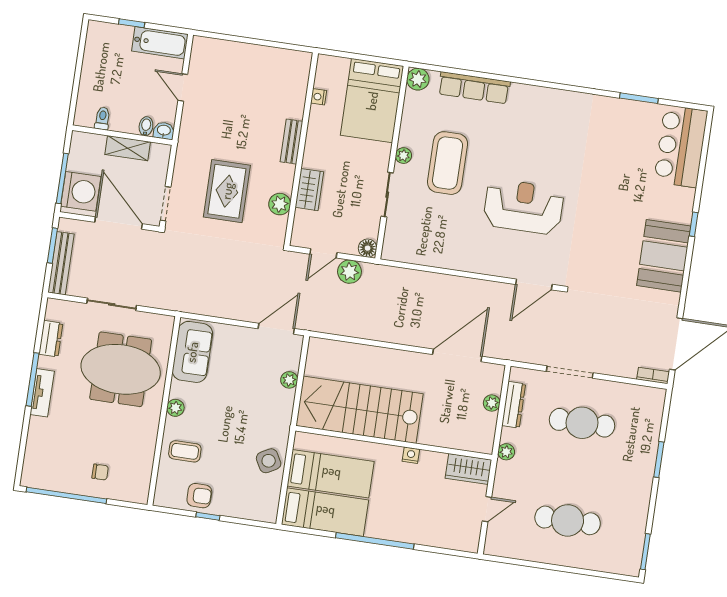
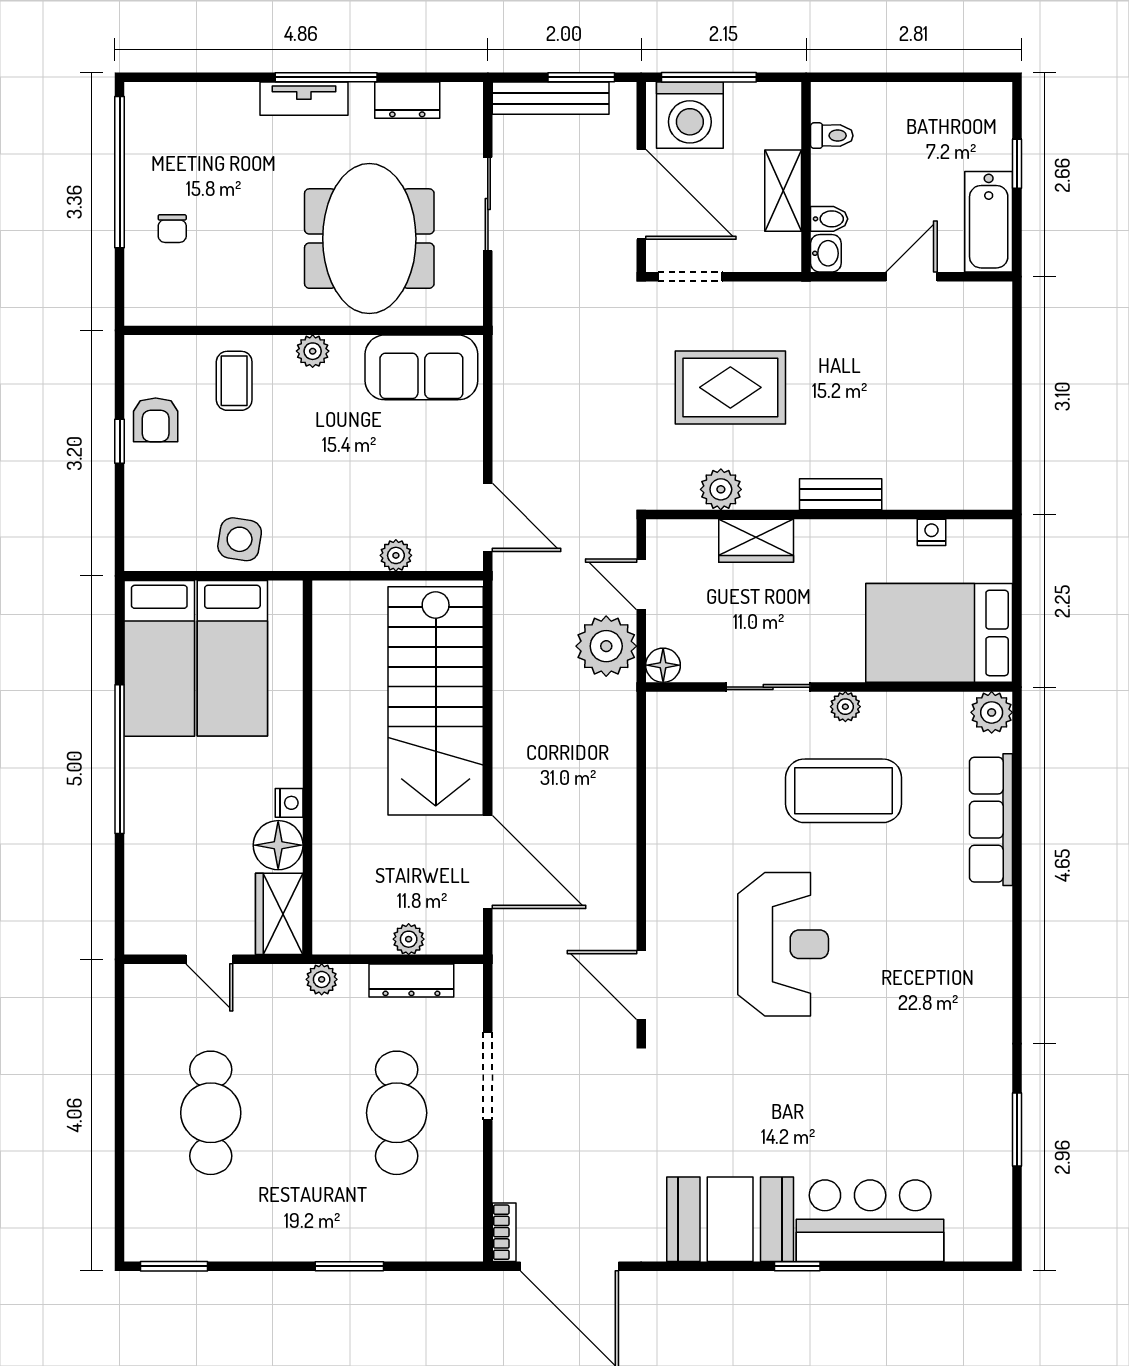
bar counter: (681, 146) -> (870, 1221), moved
door: (119, 223) -> (641, 194), hinge flipped
plant: (350, 272) -> (606, 646), width x1.36, depth x1.36
stairs: (359, 410) -> (436, 701), moved, turned 180
side table: (269, 461) -> (240, 539), turned 38
floor lamp: (432, 464) -> (278, 845), added

